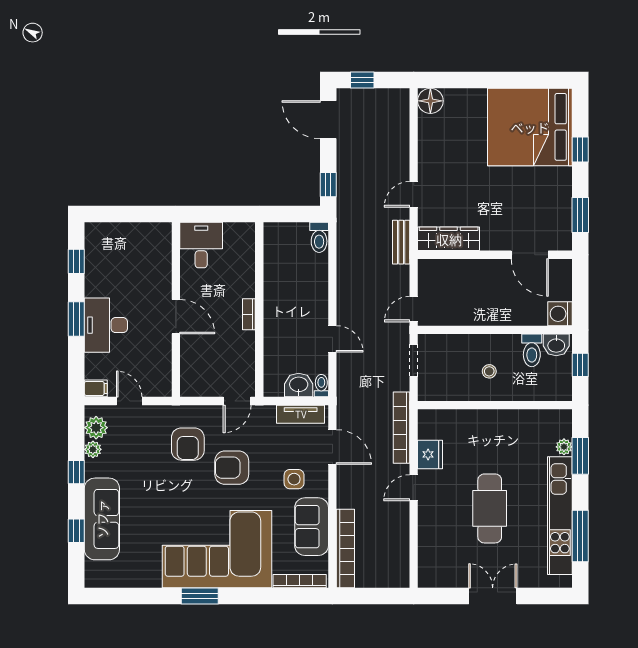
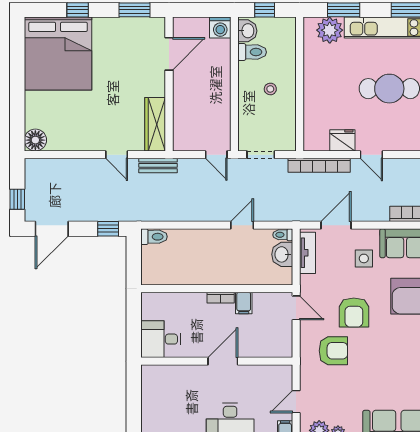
filing cabinet: (243, 341) -> (244, 303), added
plant: (564, 447) -> (330, 30), width x1.88, depth x1.88

